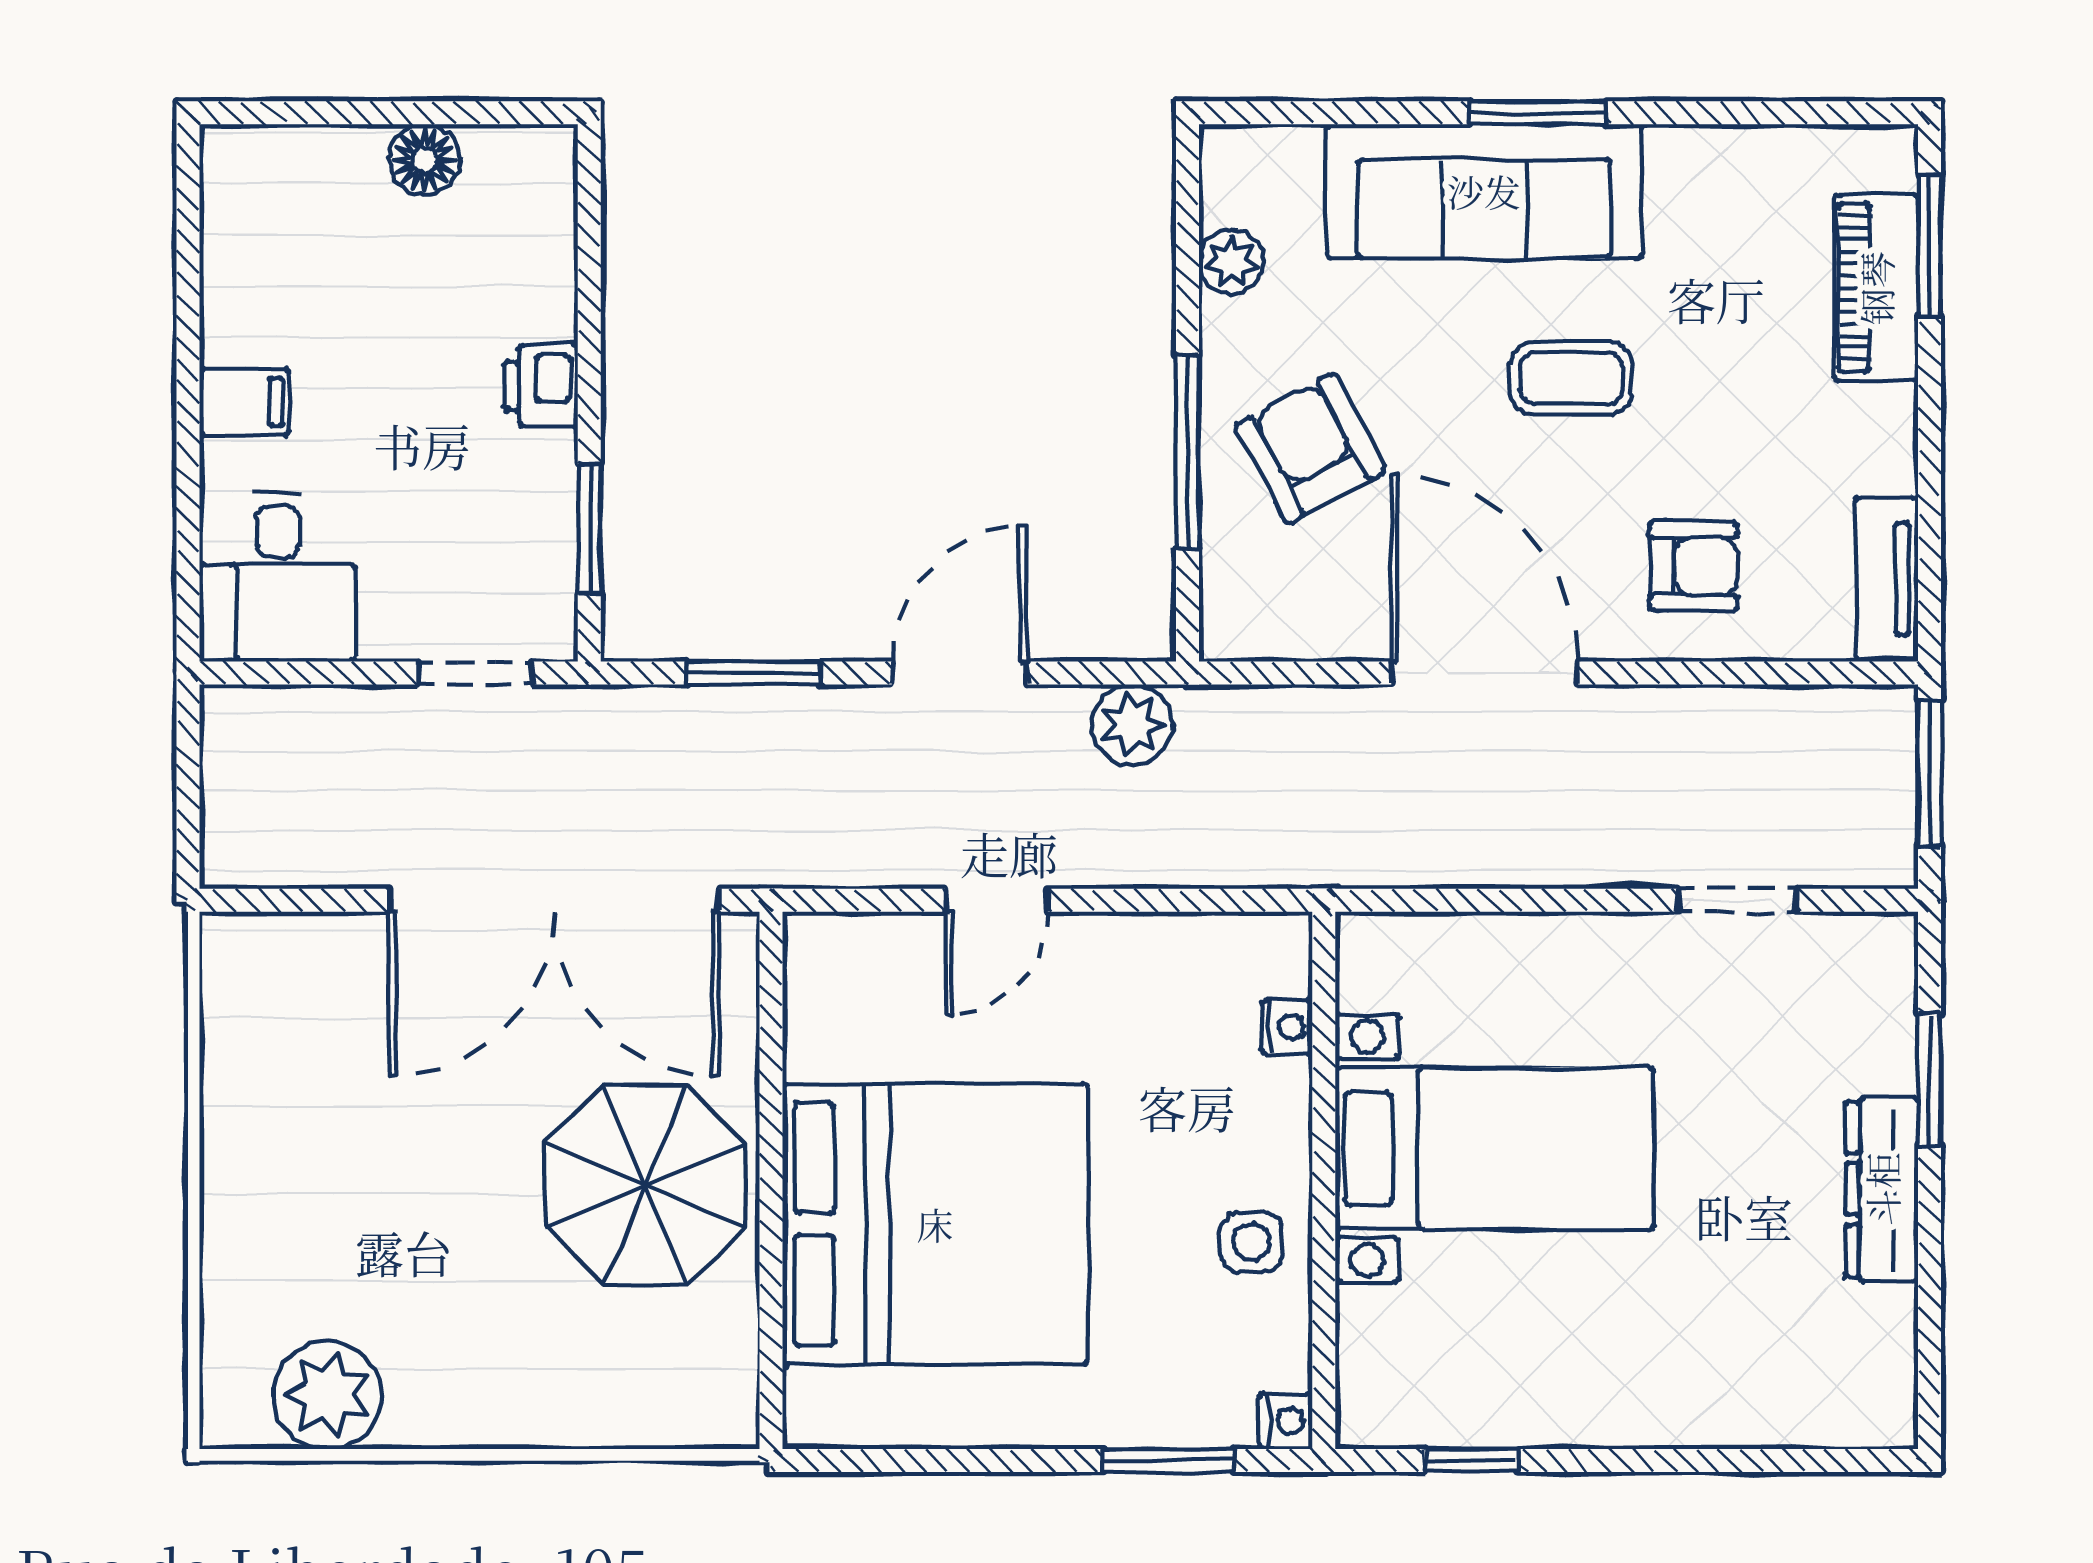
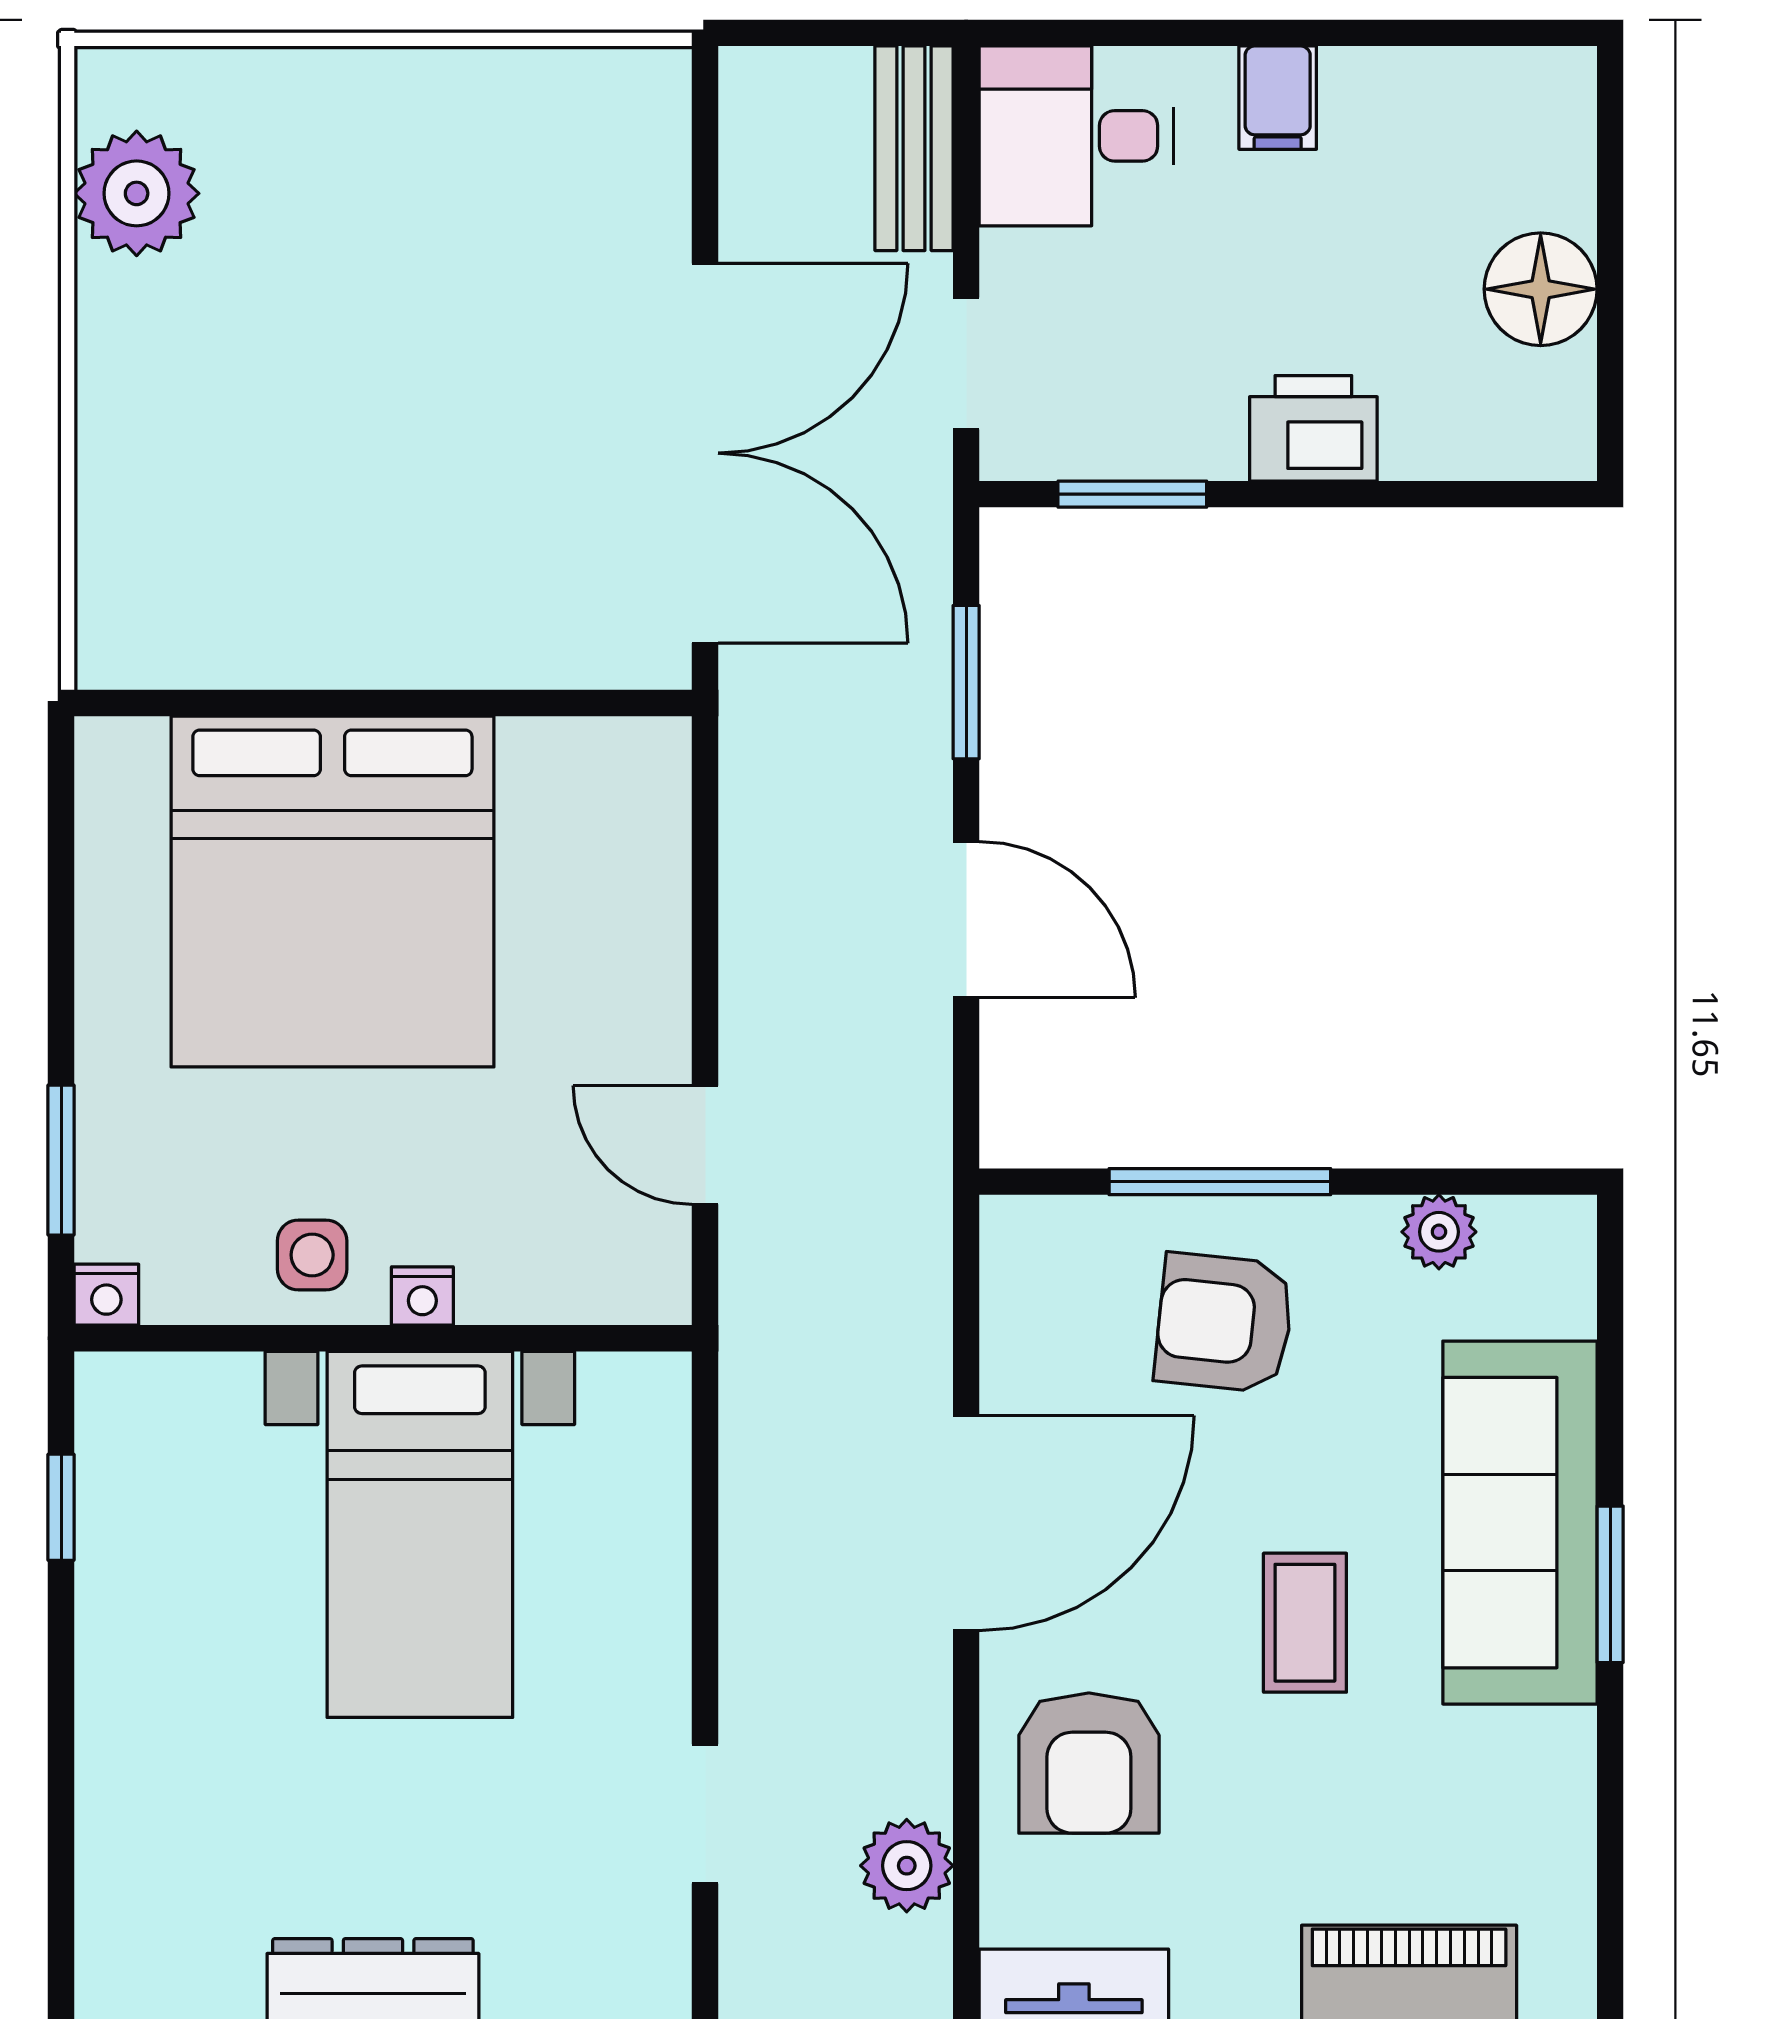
floor lamp: (425, 160) -> (1541, 289), width x1.38, depth x1.38
printer: (541, 386) -> (1313, 428), width x1.36, depth x1.24
armchair: (1310, 449) -> (1224, 1323), turned -146
armchair: (1693, 566) -> (1089, 1763), width x1.38, depth x1.38
bench: (288, 718) -> (914, 148), added
plant: (1133, 725) -> (907, 1866), moved
double door: (554, 900) -> (705, 453), swing flipped
door: (996, 900) -> (705, 1145), moved
nightstand: (1287, 1027) -> (422, 1296), moved
parasol: (645, 1185) -> (377, 558), removed

